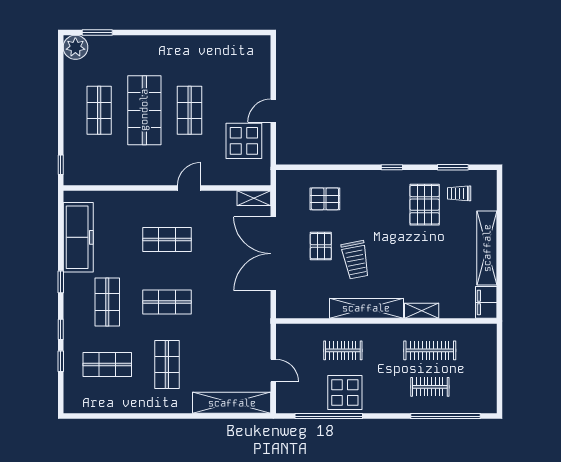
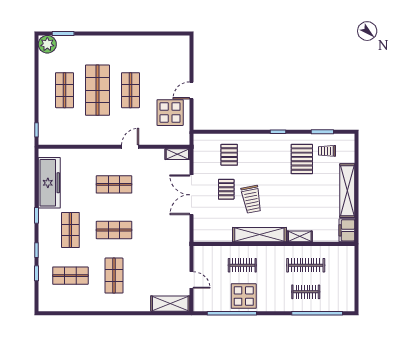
pallet: (325, 199) -> (229, 155), turned 90
double door: (273, 254) -> (191, 195), width x0.73
shelving: (232, 403) -> (170, 304), width x0.68

